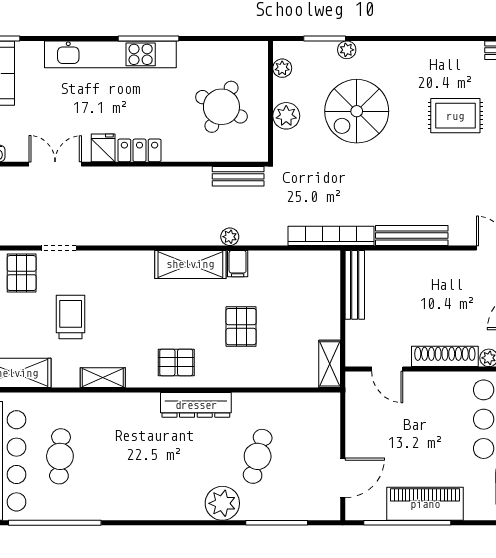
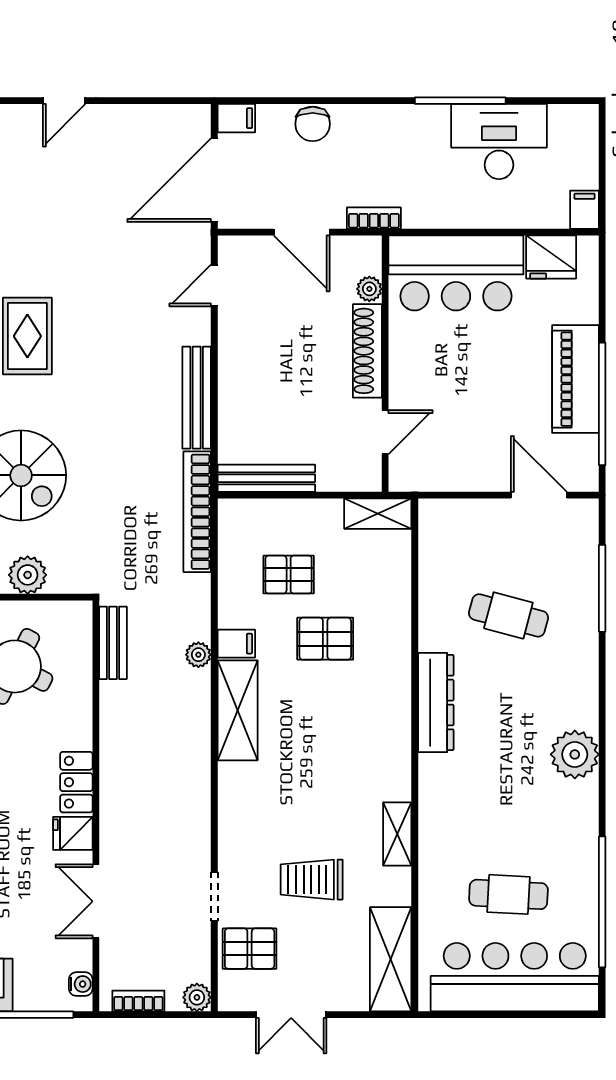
pallet: (176, 362) -> (289, 575), moved, turned 90
plant: (222, 503) -> (575, 754), moved

